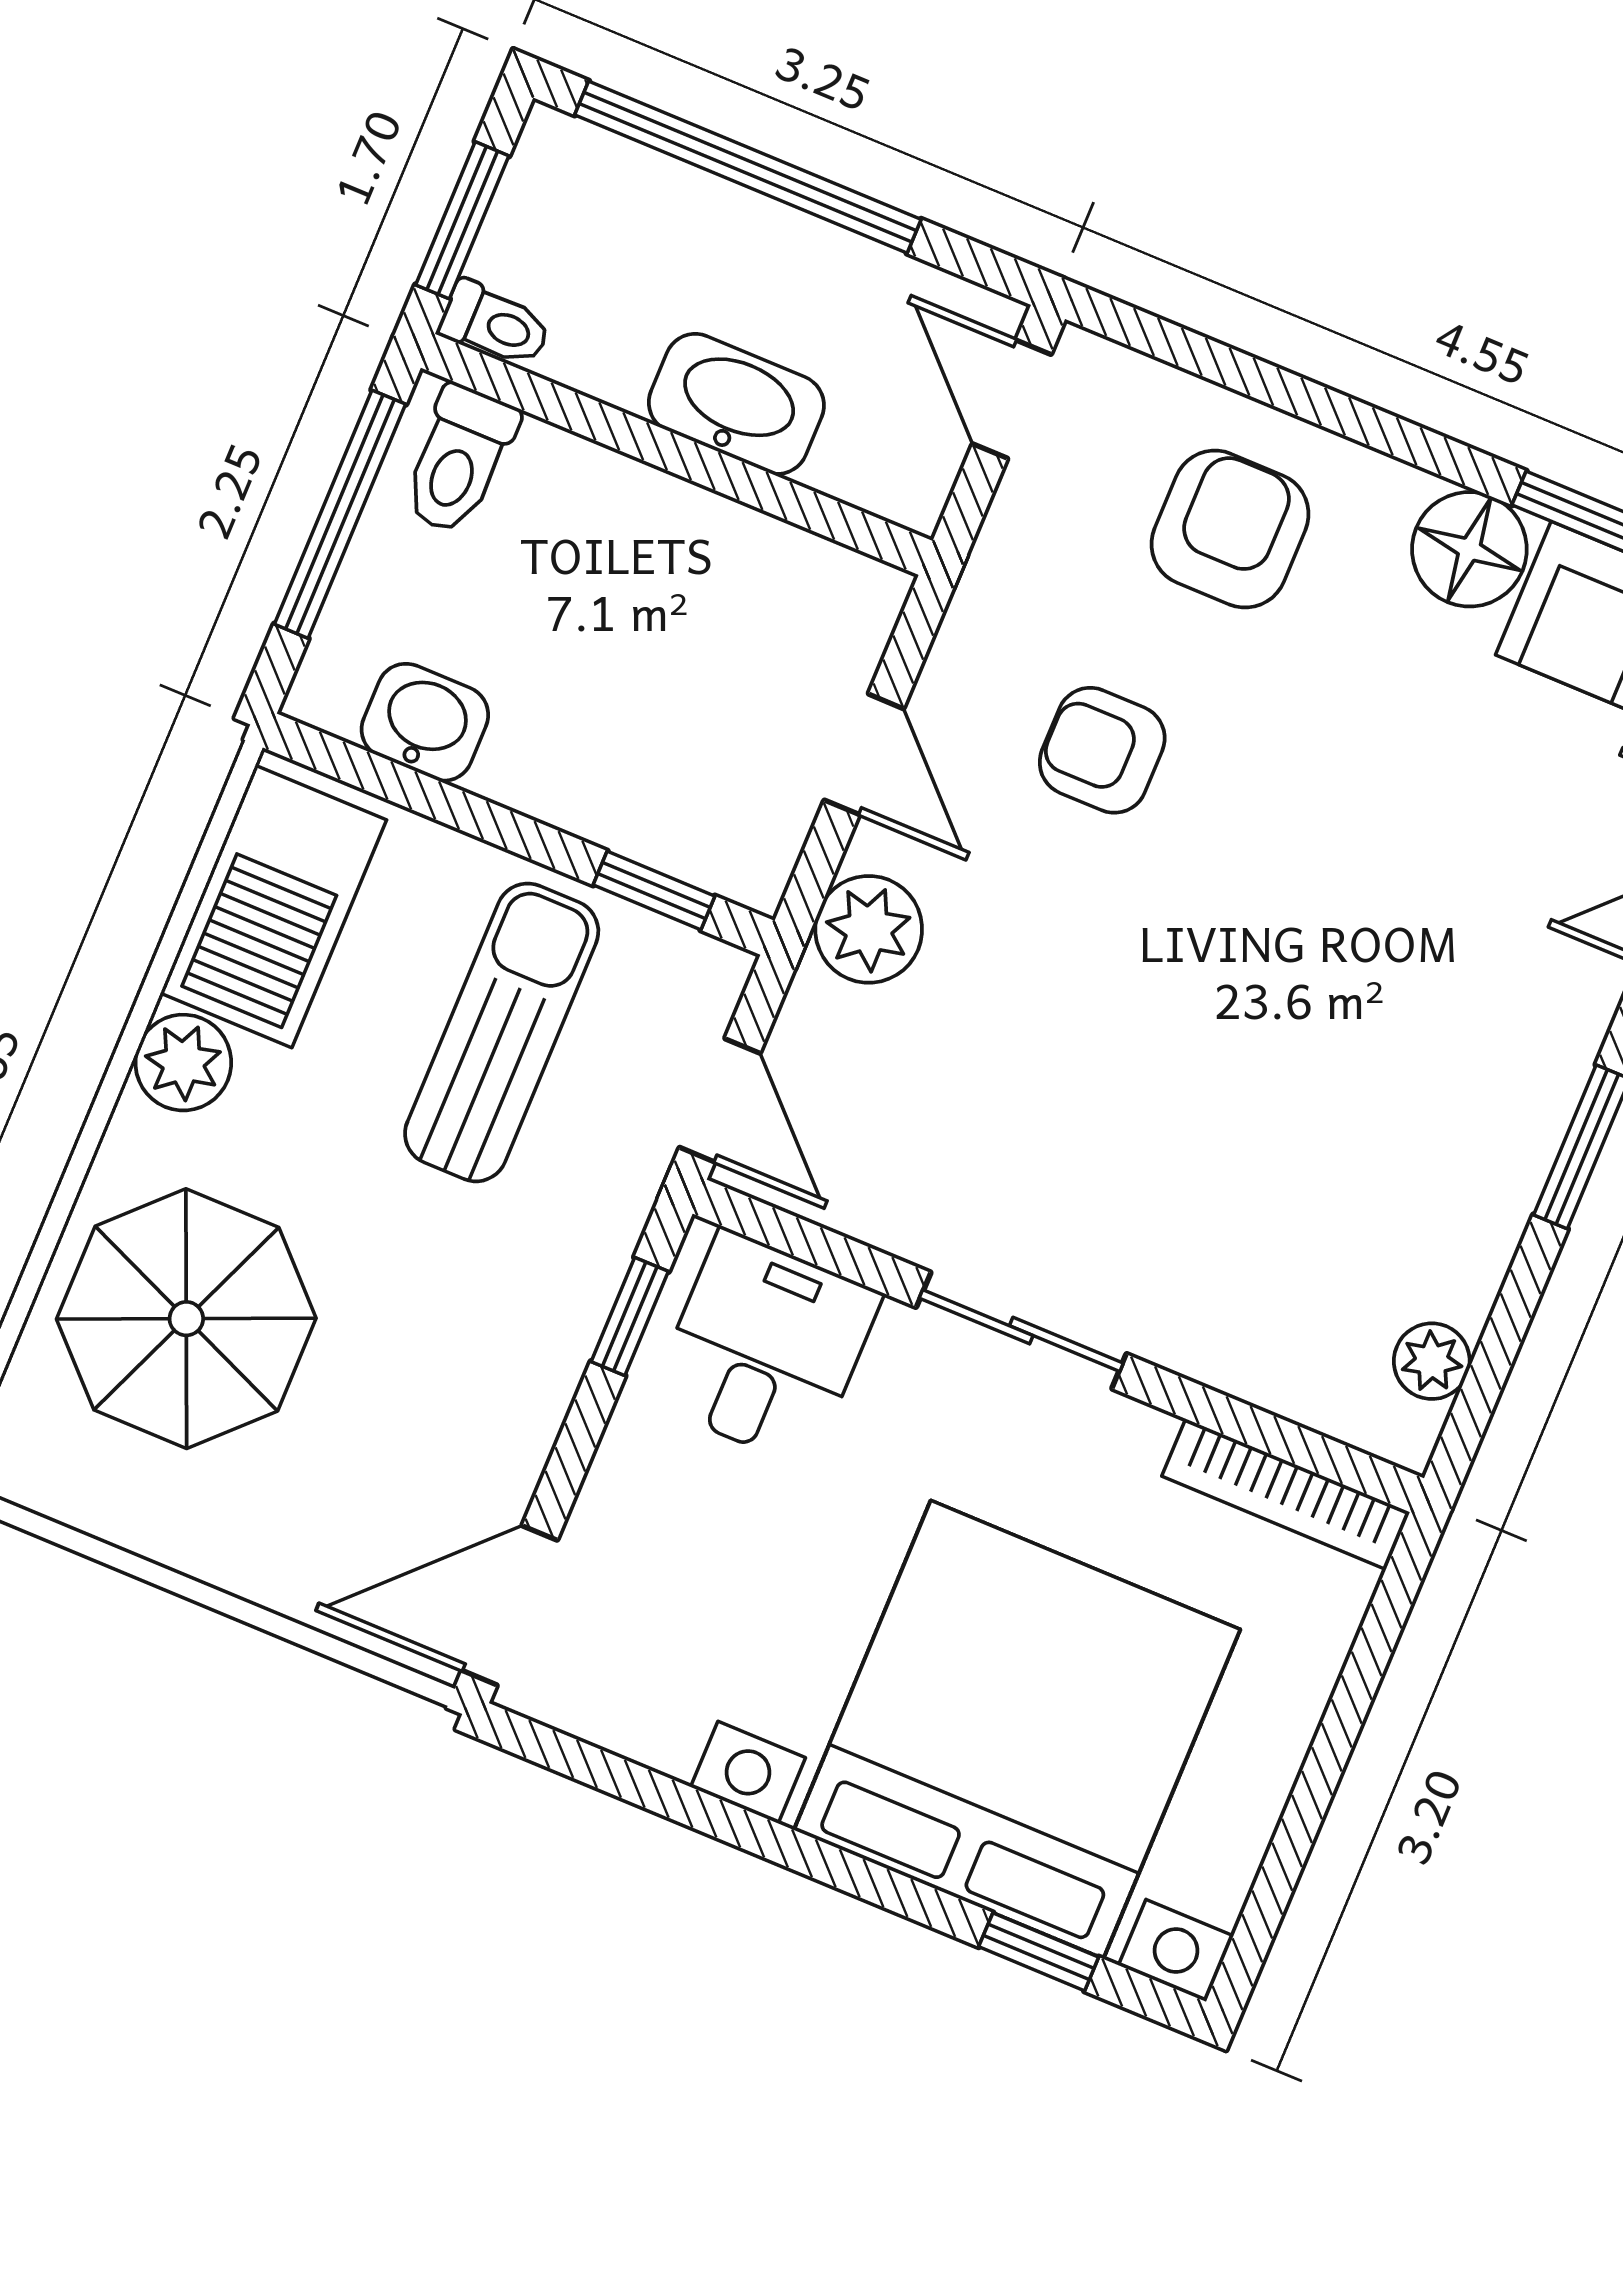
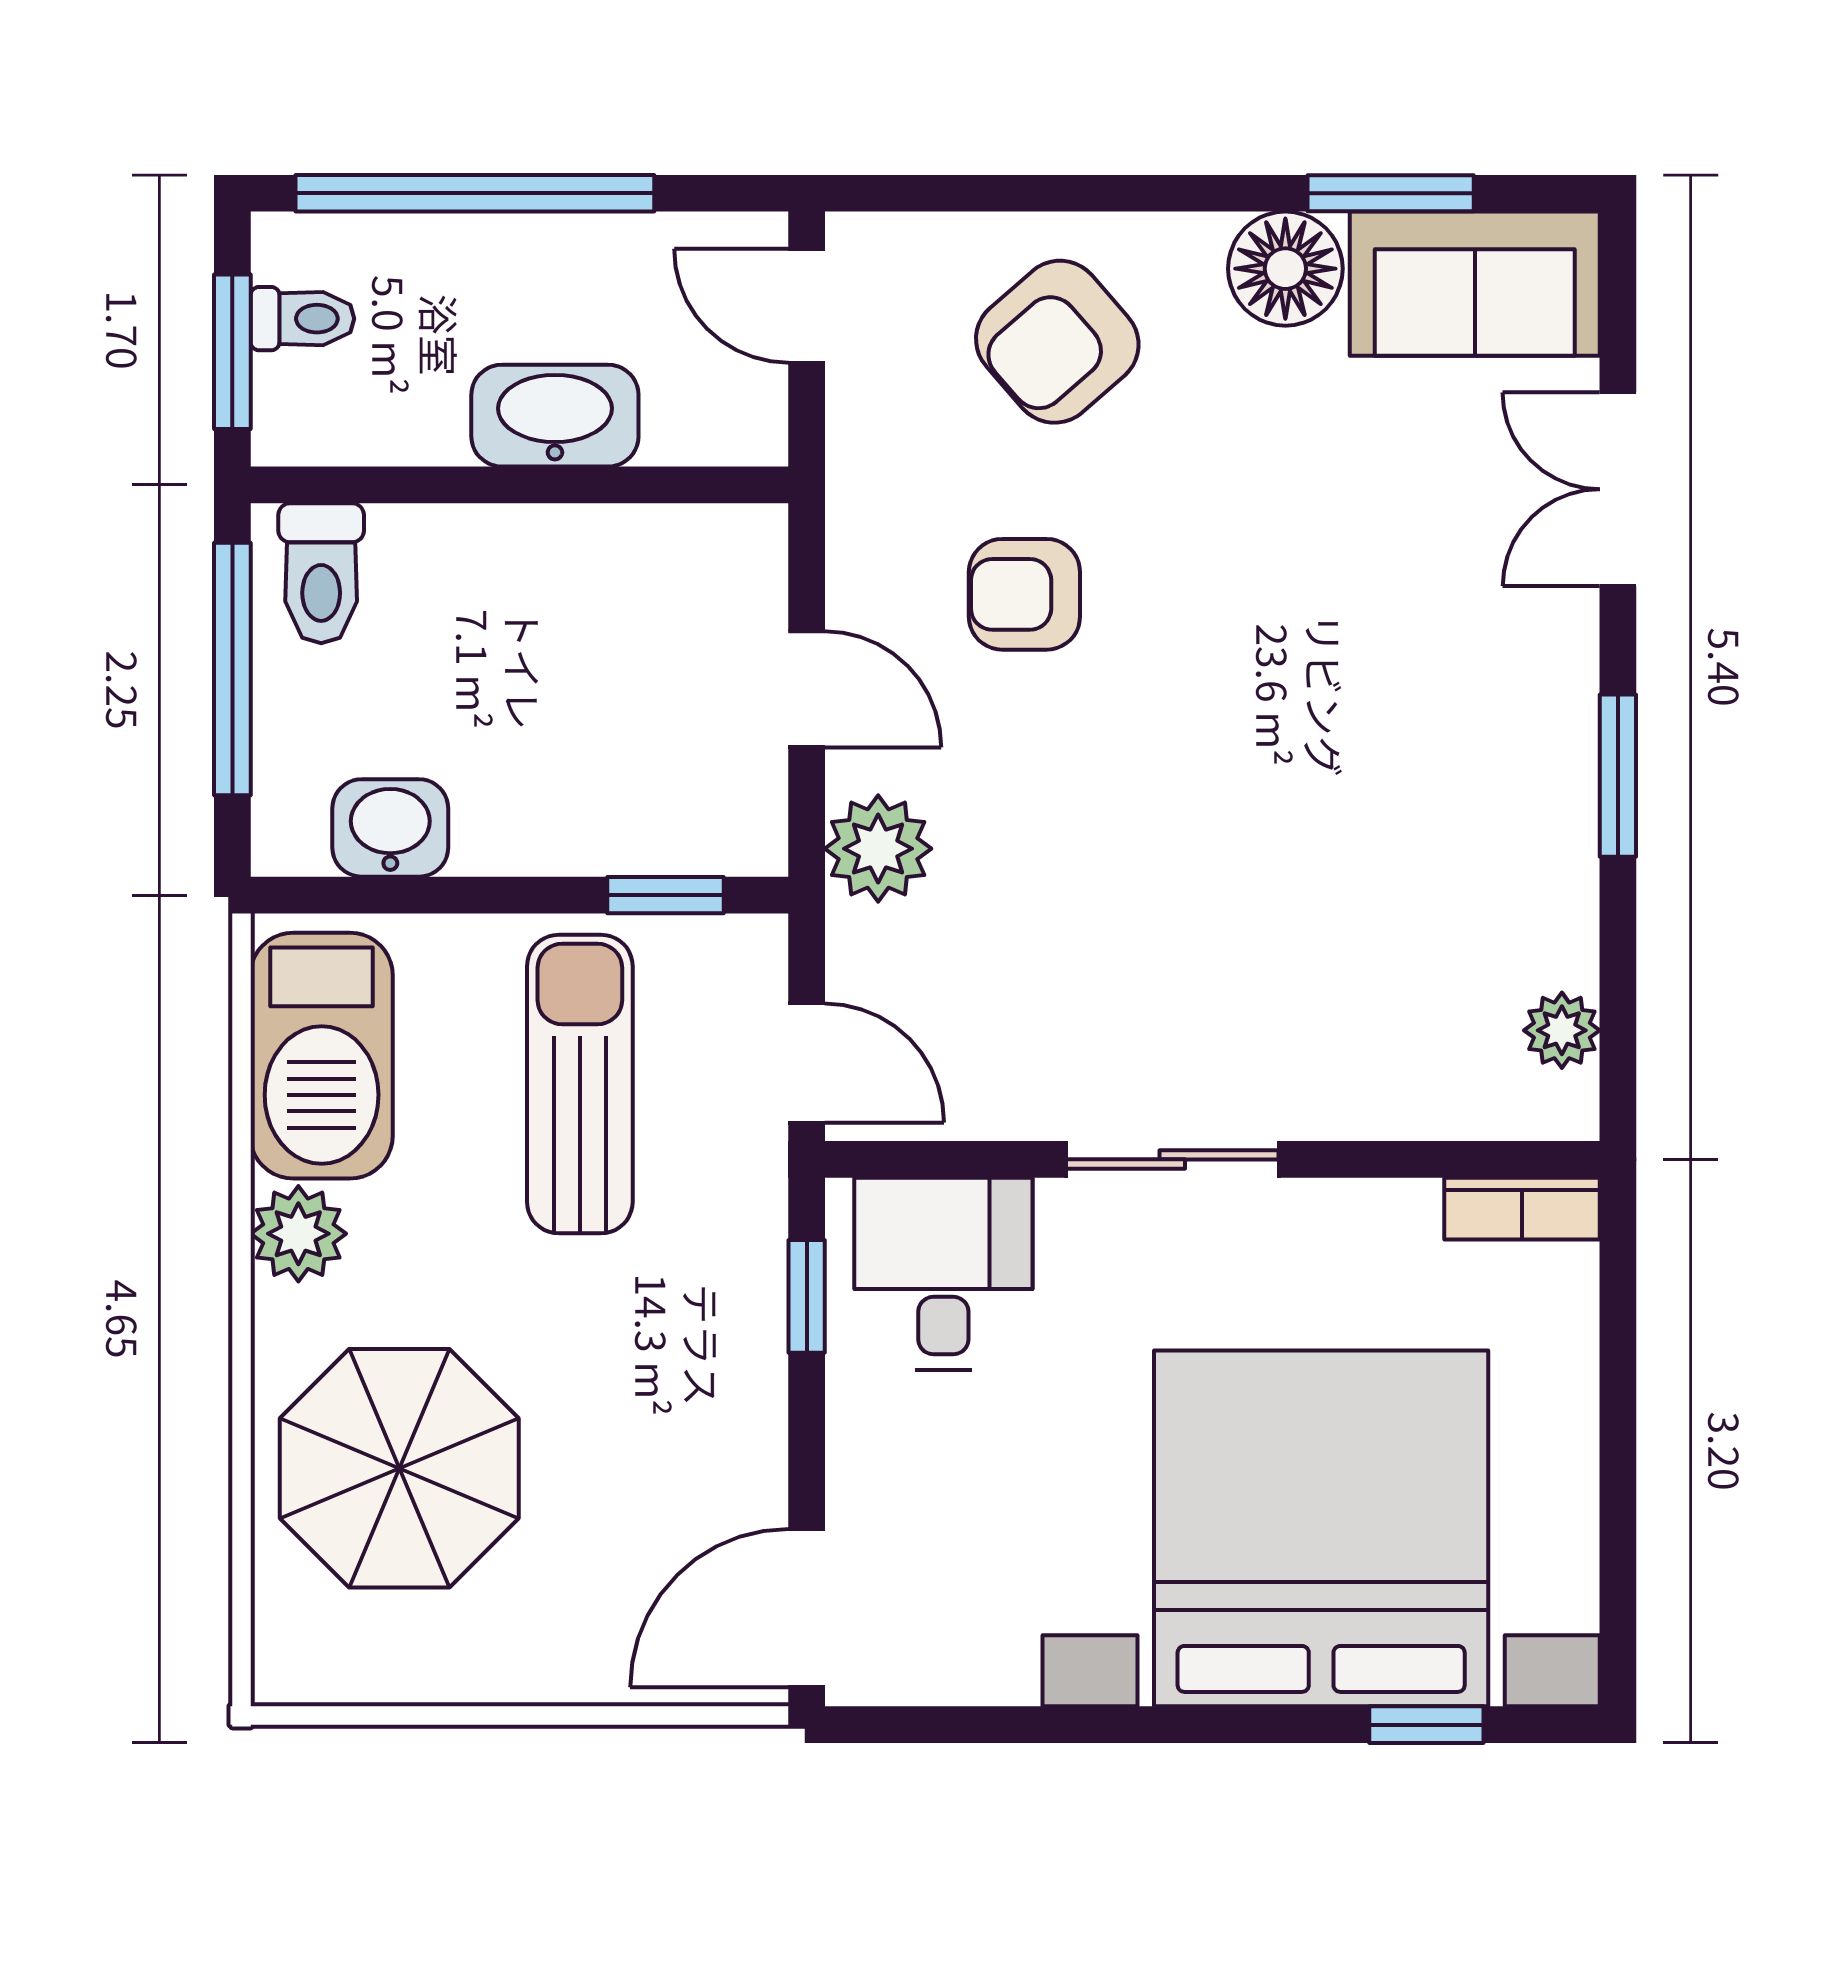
toilet: (495, 324) -> (302, 319), moved
armchair: (1230, 529) -> (1057, 342), turned -131
bookcase: (1286, 1494) -> (1522, 1209), width x0.64

